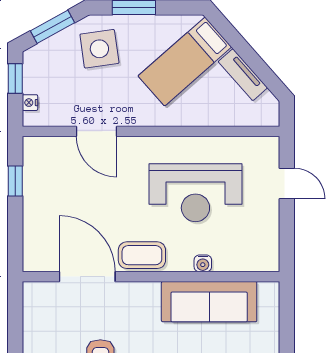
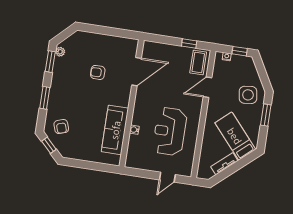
window: (53, 27) -> (262, 73), removed
coffee table: (142, 255) -> (198, 62), moved

